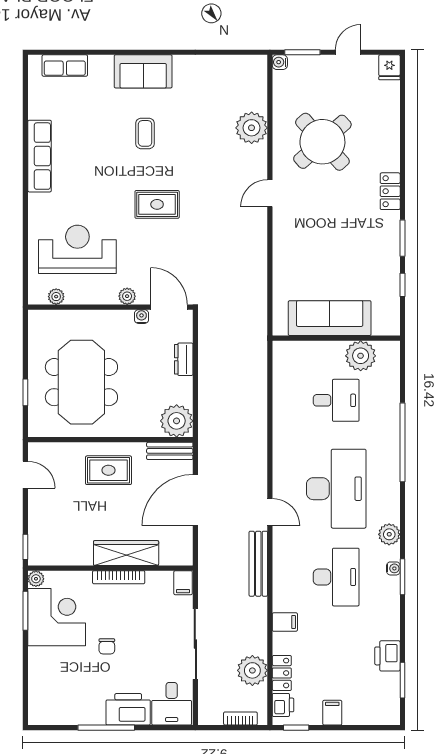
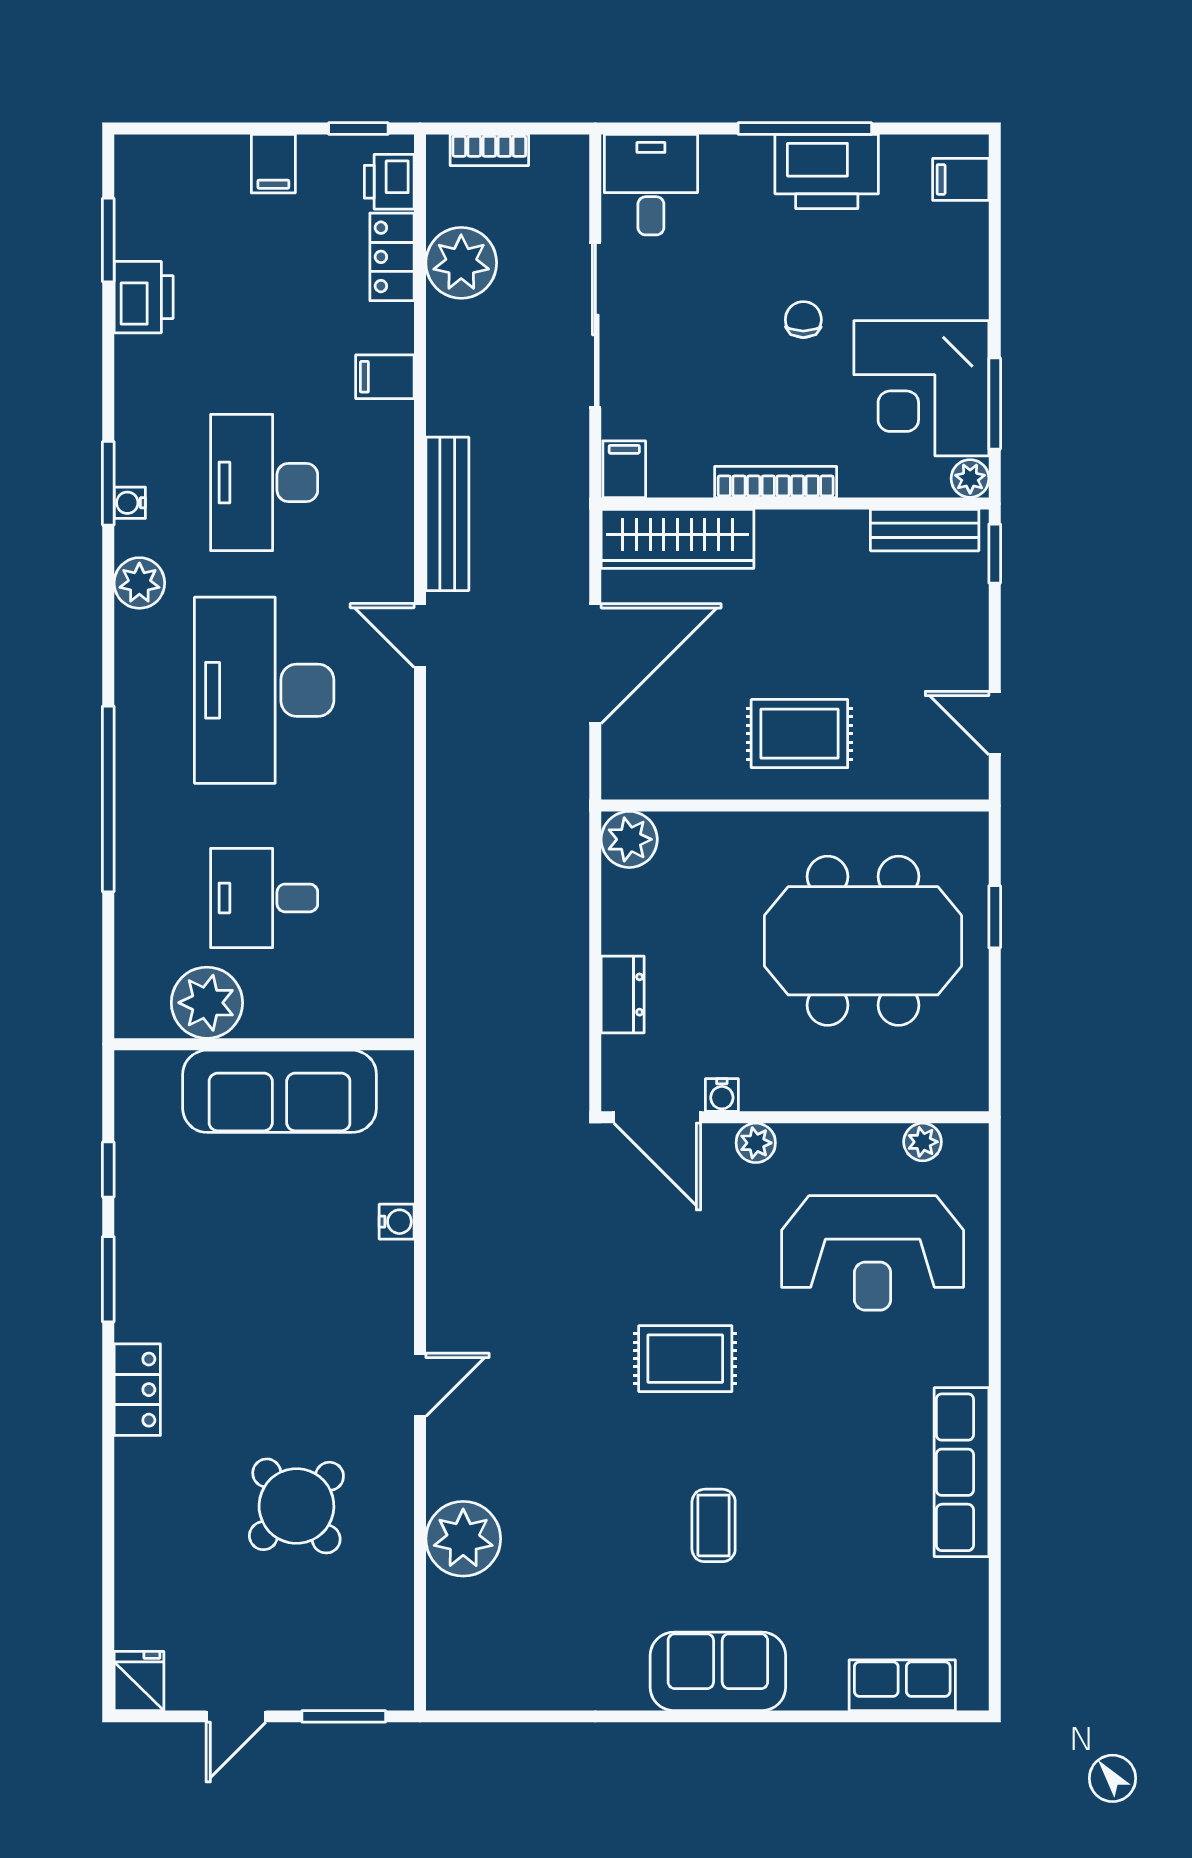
water cooler: (280, 62) -> (397, 1222), moved
round table: (322, 142) -> (296, 1506), width x0.73, depth x0.73
meeting table: (81, 382) -> (863, 941), turned 90
plant: (177, 421) -> (629, 839), width x0.73, depth x0.73
bench: (170, 451) -> (925, 530), moved
wardrobe: (126, 553) -> (677, 539), moved
filing cabinet: (40, 706) -> (961, 179), added
printer: (128, 709) -> (827, 172), moved

